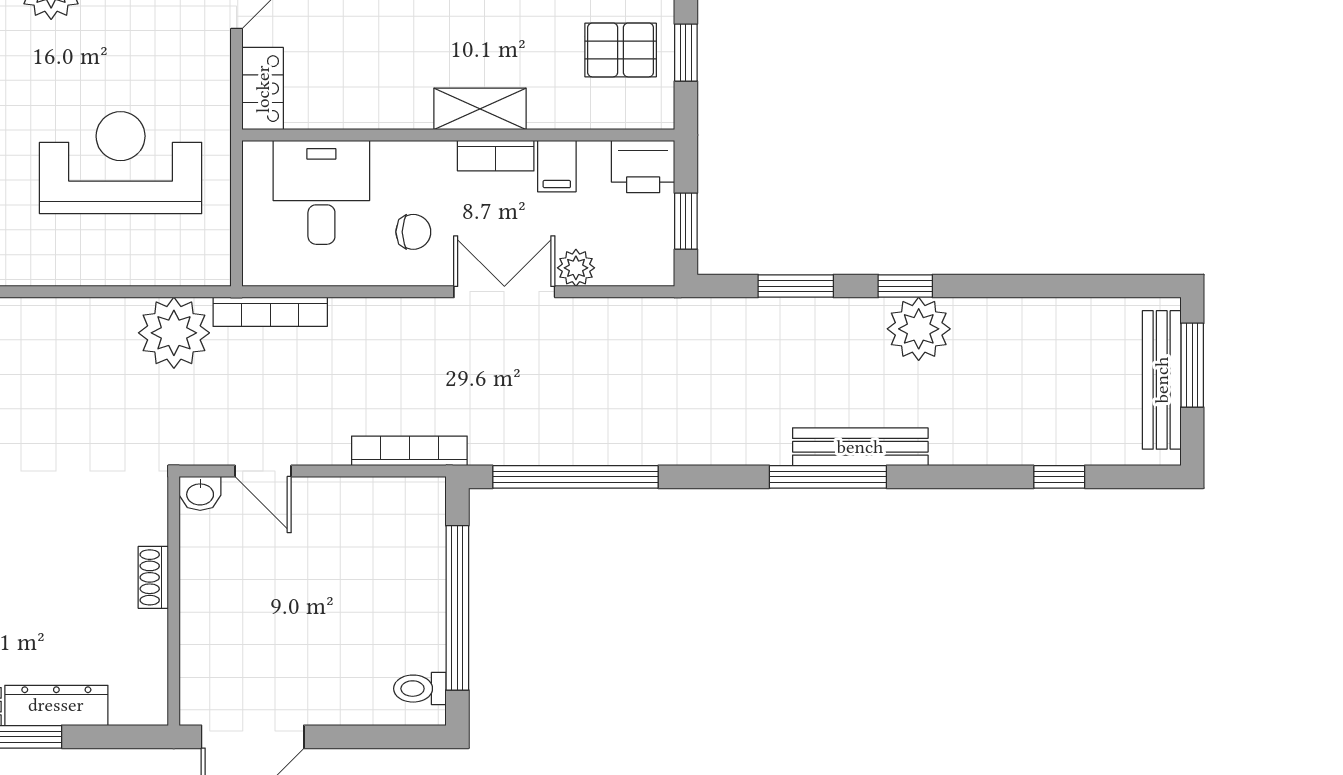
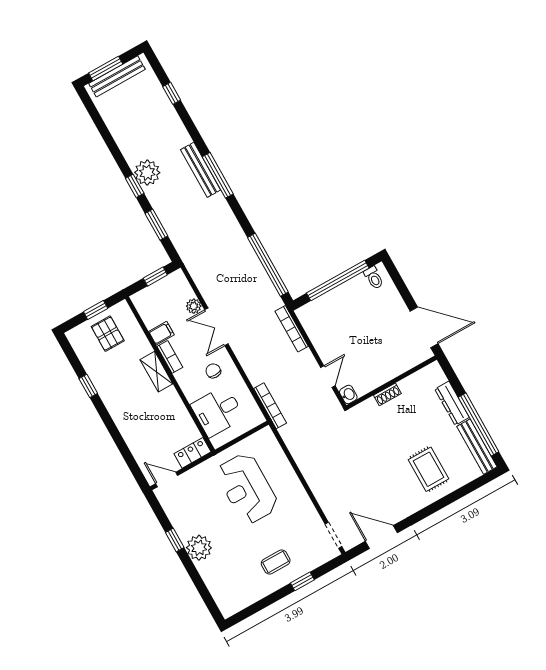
printer: (643, 167) -> (144, 302), removed
plant: (174, 333) -> (297, 436), removed

